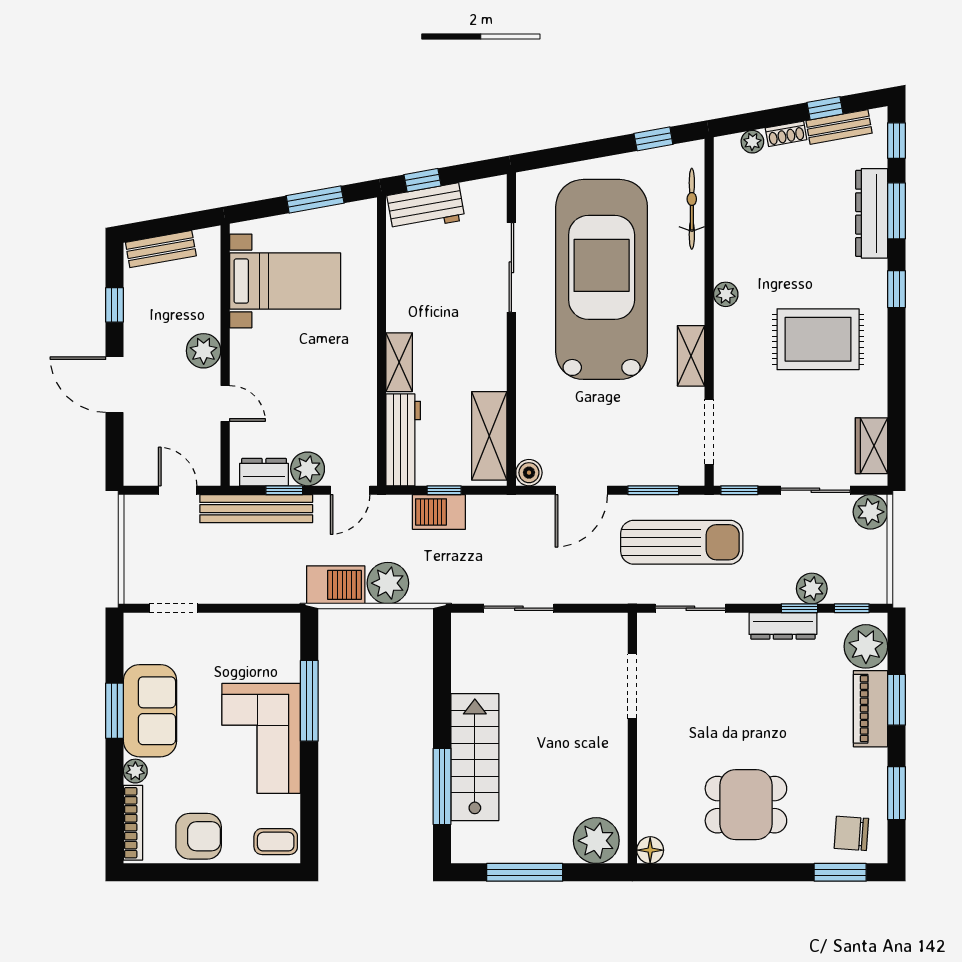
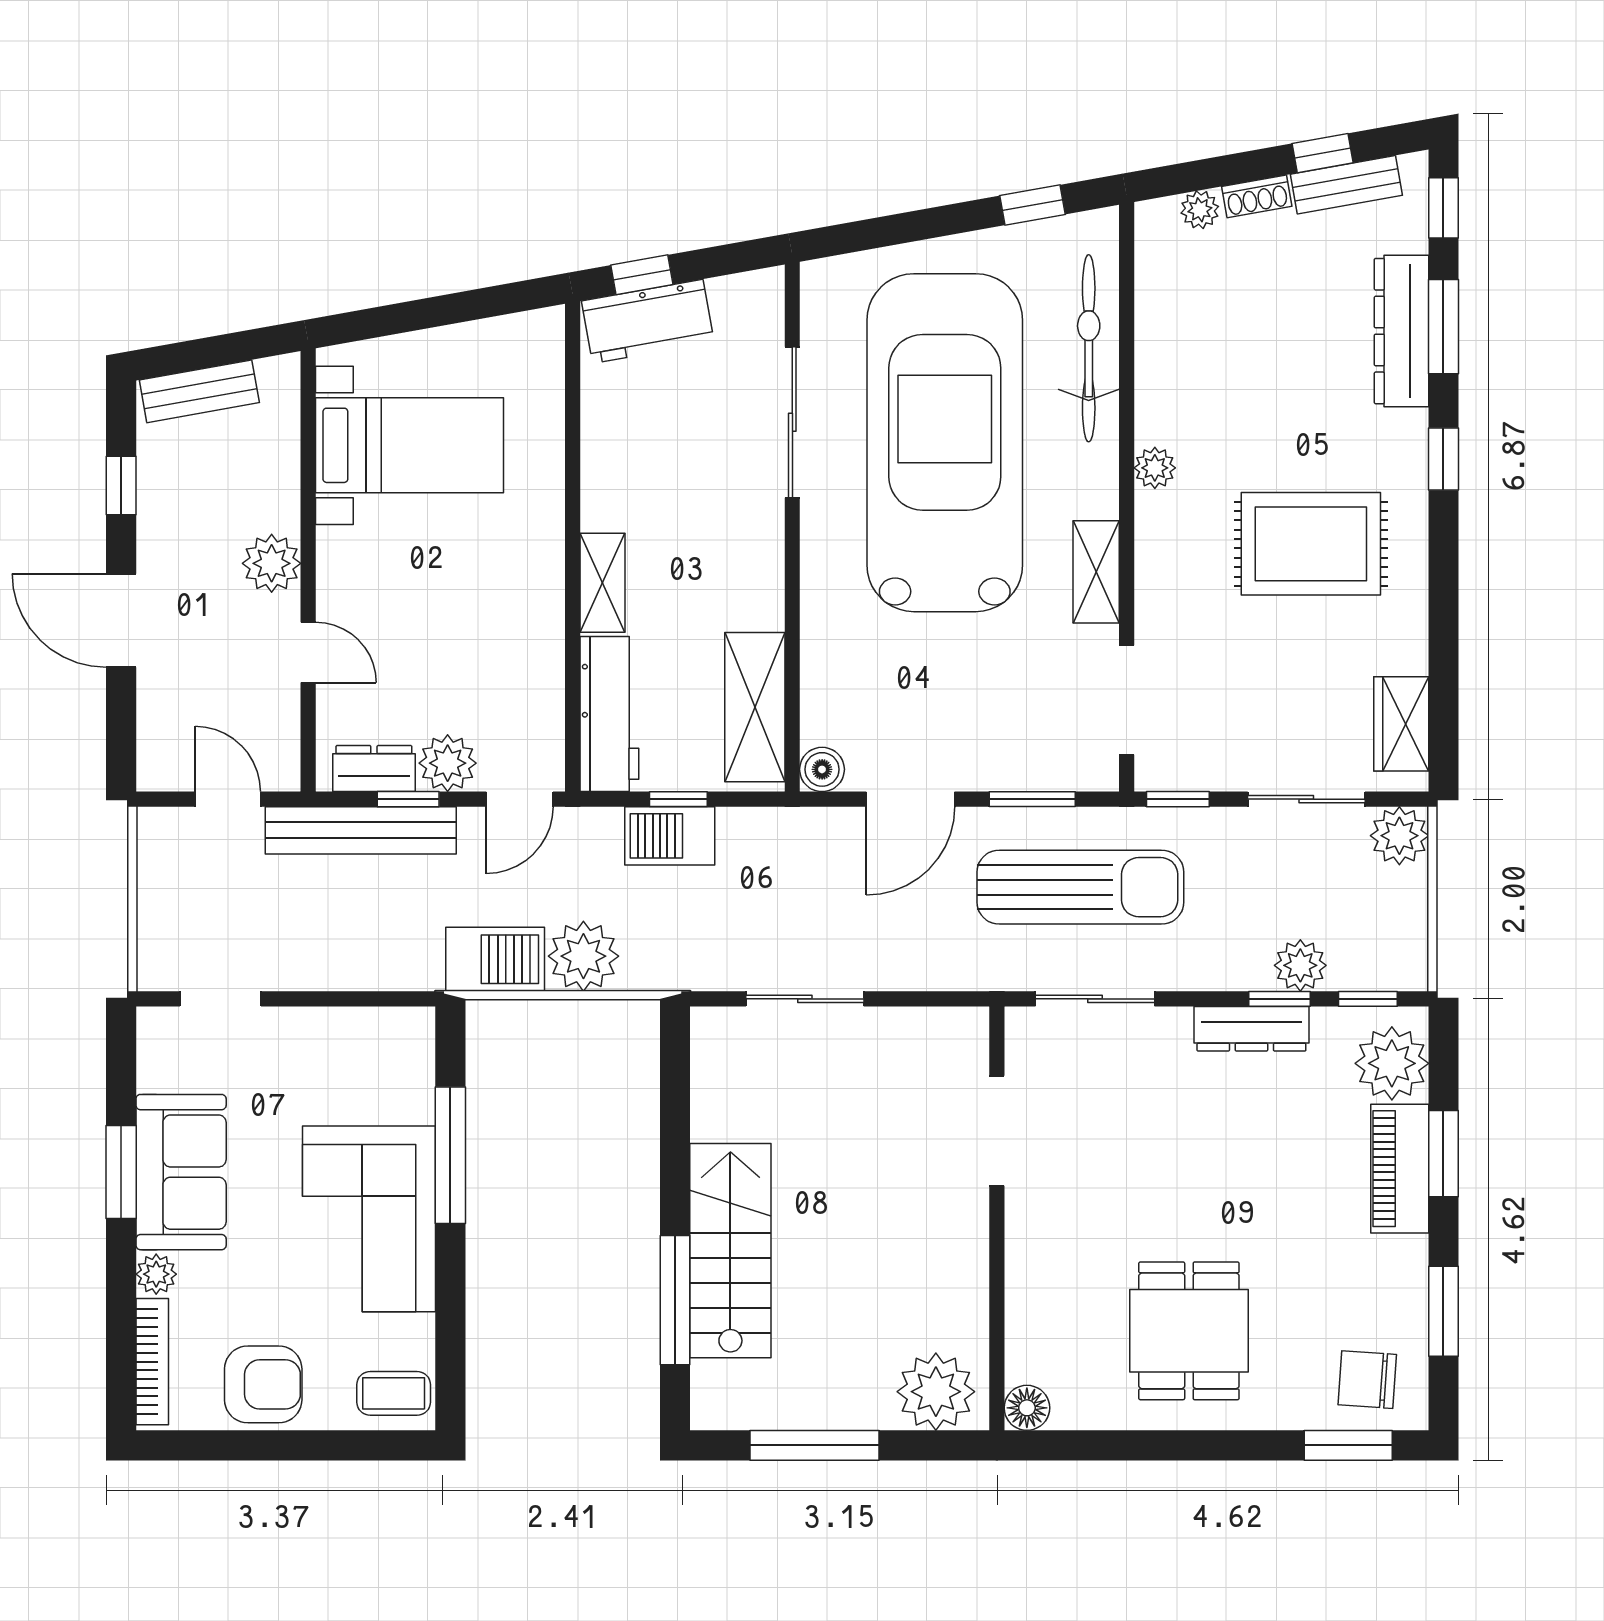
window: (315, 199) -> (460, 307), removed
bicycle: (692, 209) -> (1089, 348), width x1.37, depth x1.40
dining table: (746, 805) -> (1189, 1331), turned 90

